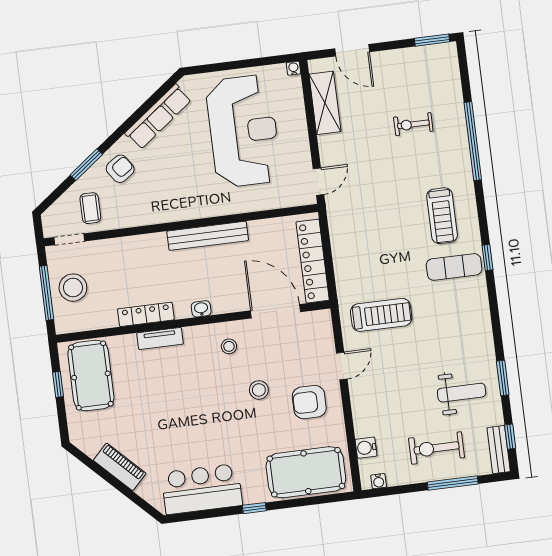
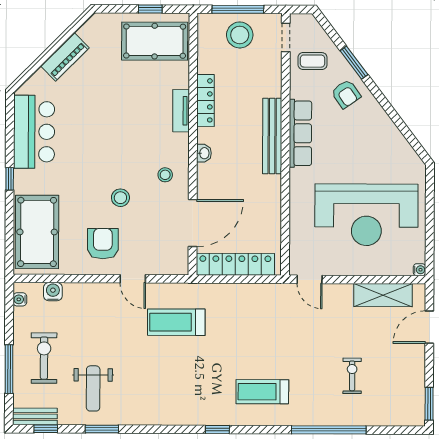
row of seats: (158, 117) -> (300, 133), moved, turned -143
bench: (208, 236) -> (272, 136), moved
exercise mat: (454, 267) -> (213, 397), removed
treadmill: (381, 315) -> (176, 322), turned 90

